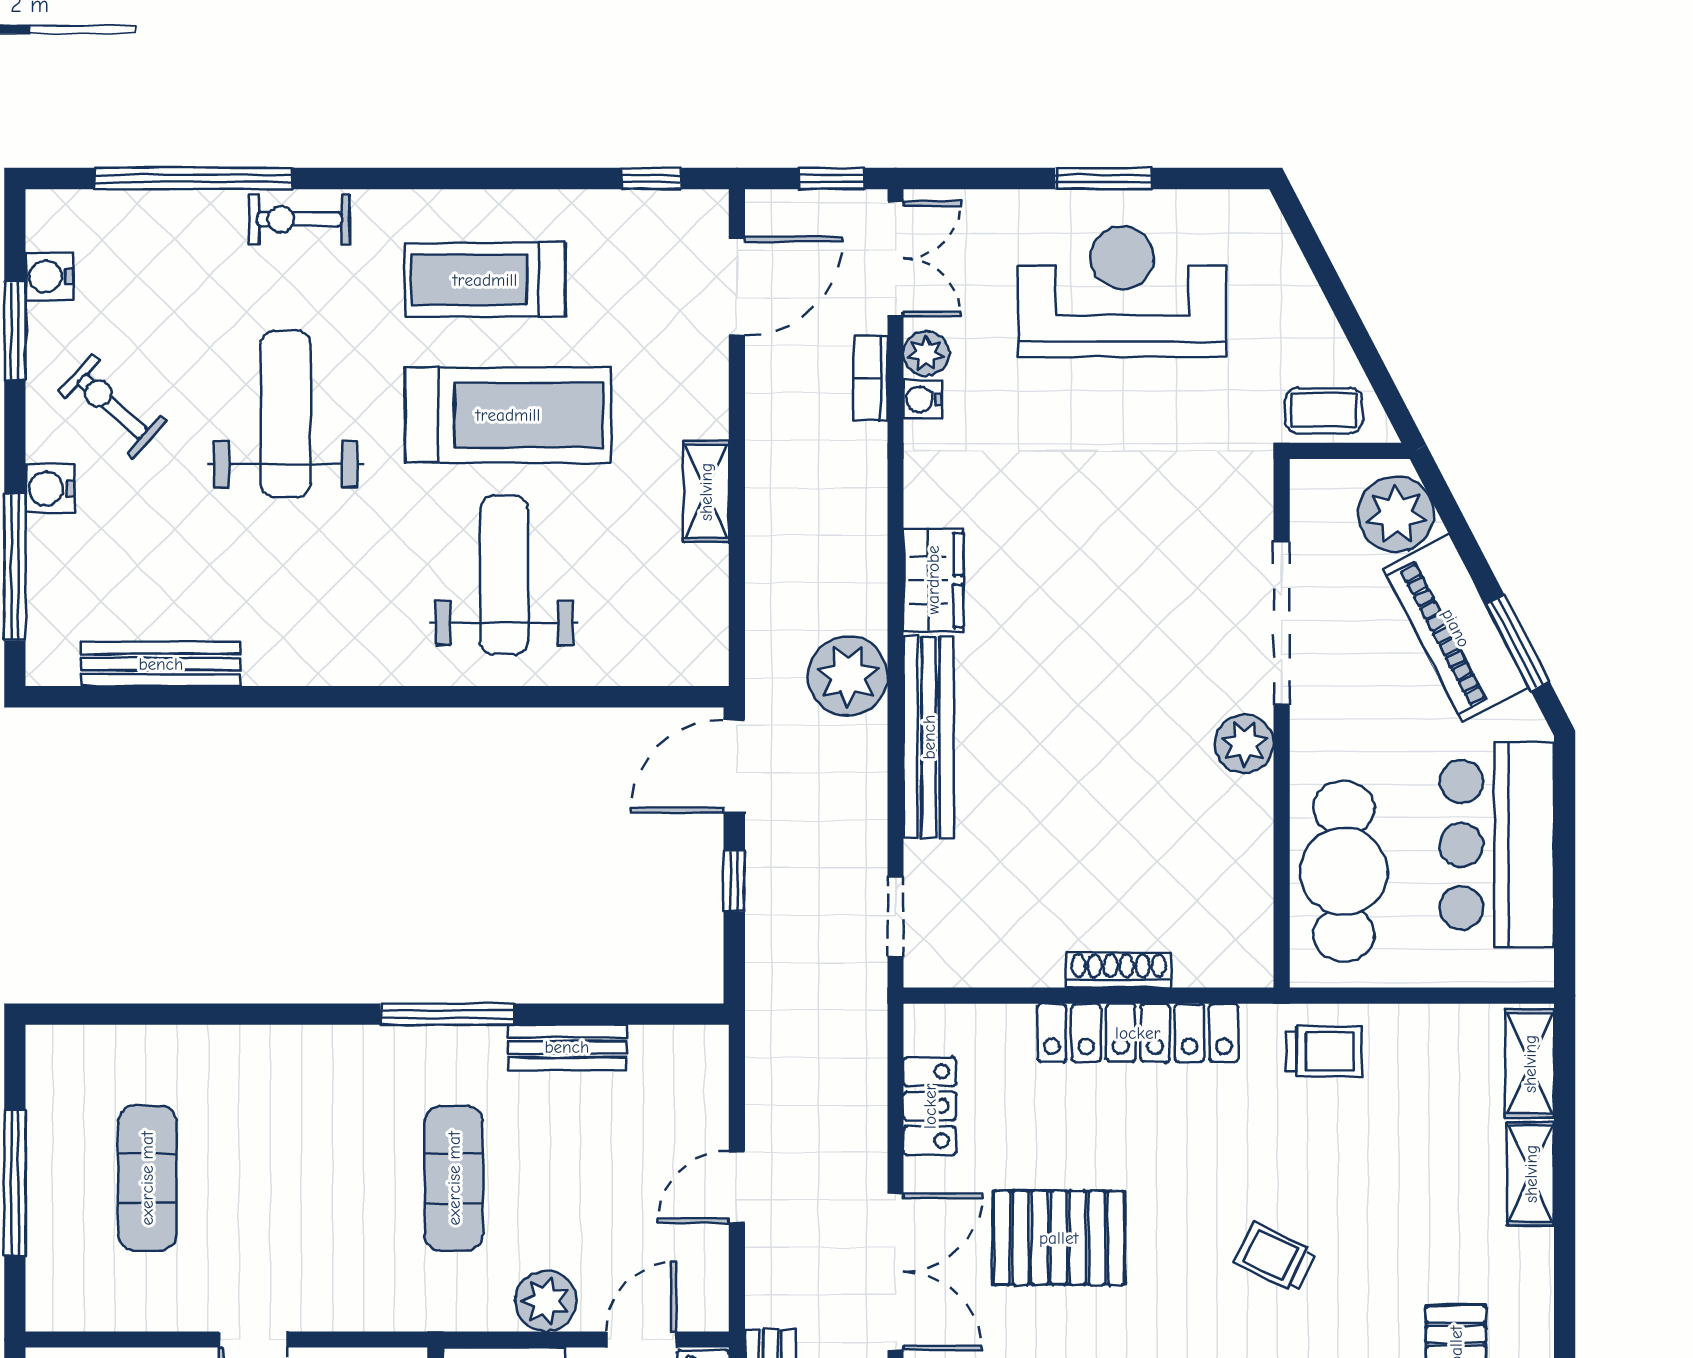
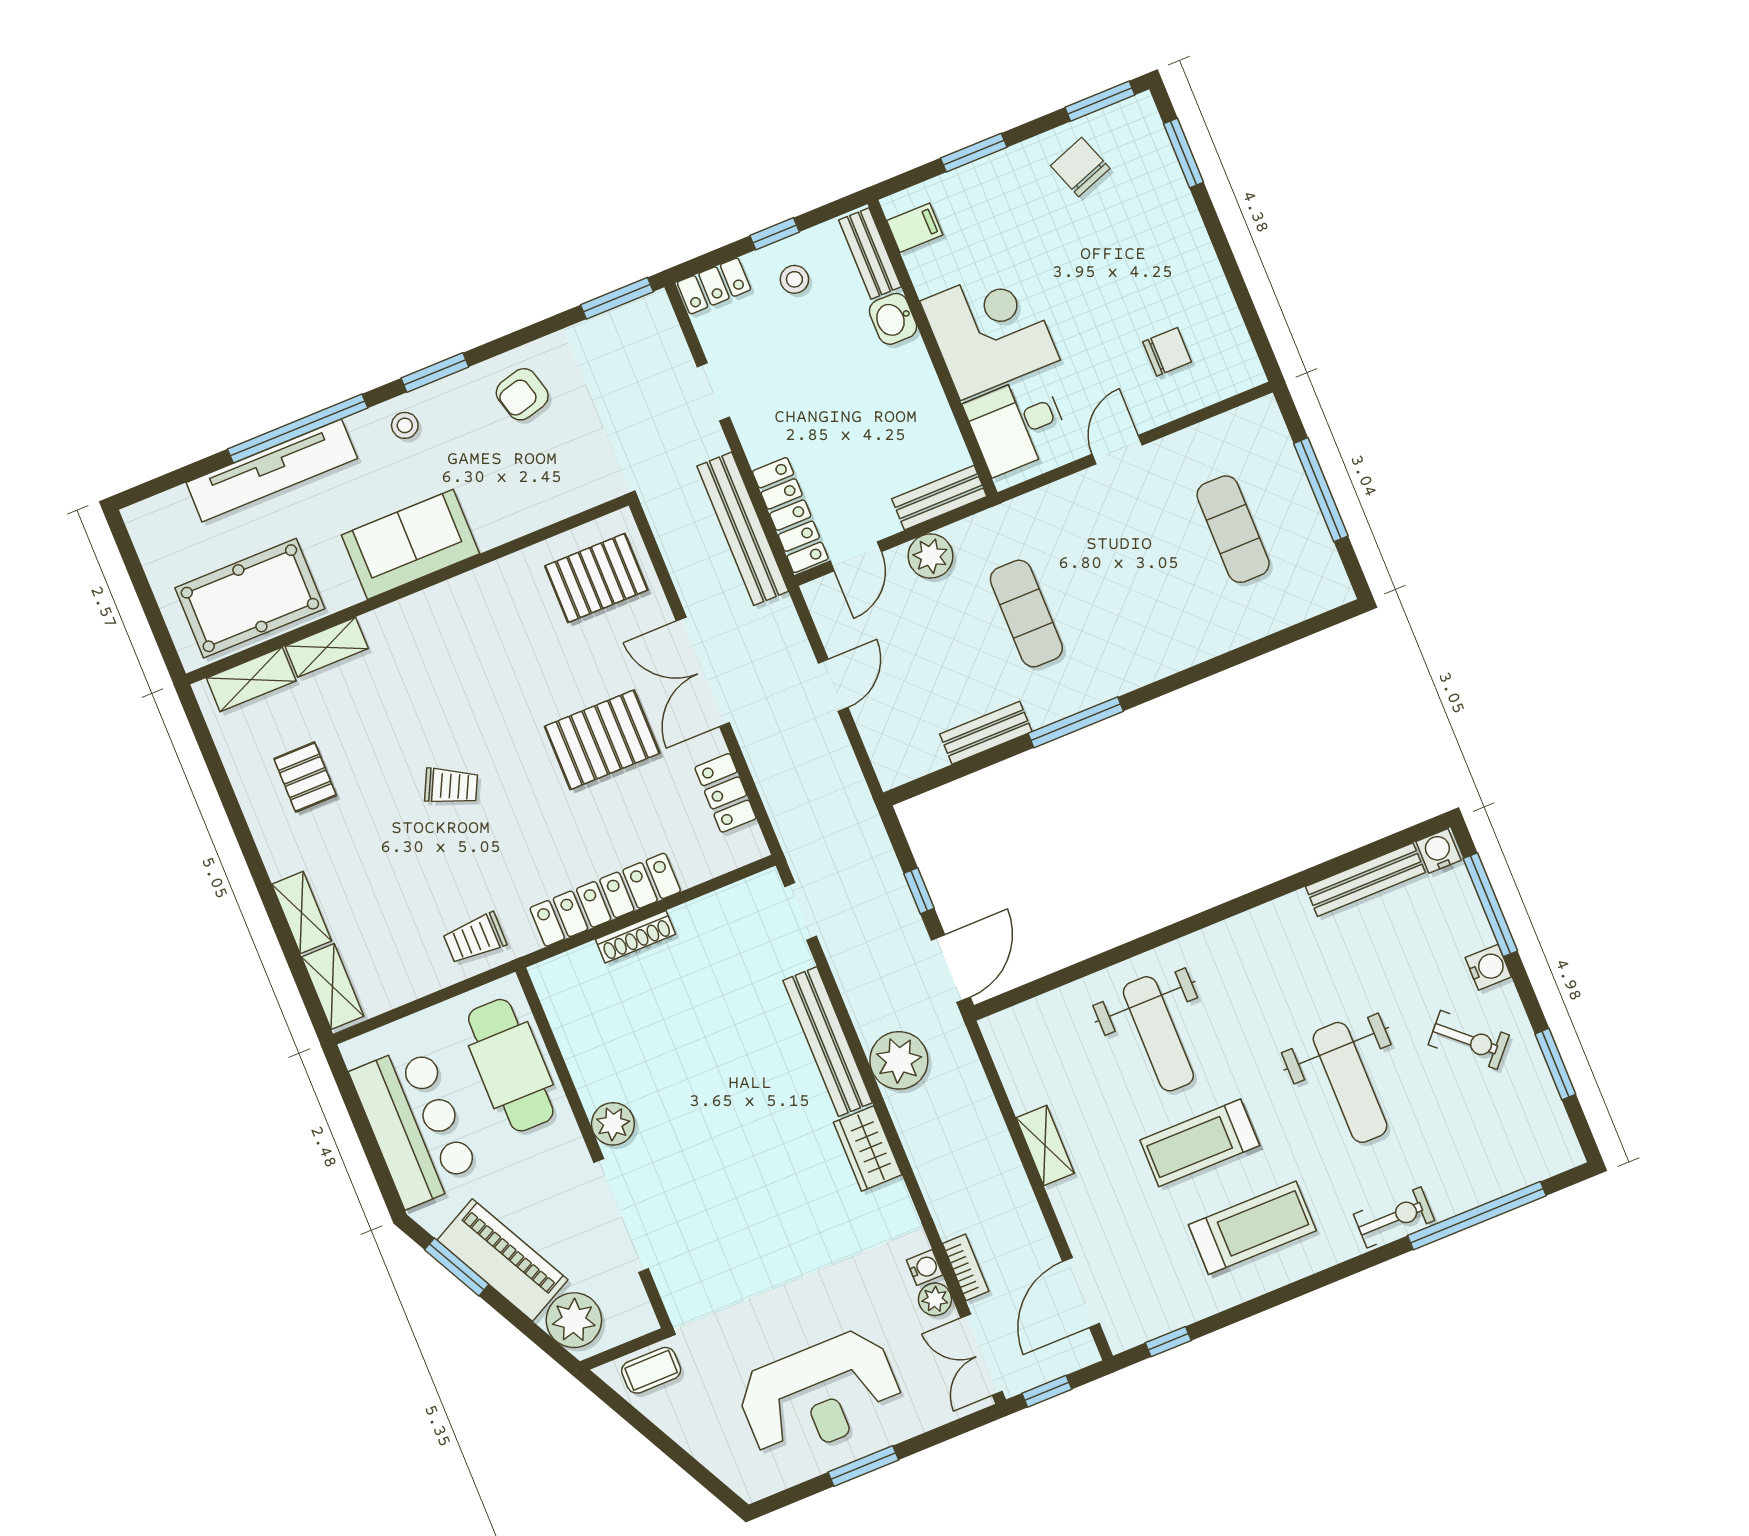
water cooler: (49, 276) -> (1438, 851), moved, turned -90
treadmill: (508, 415) -> (1200, 1143), width x0.73, depth x0.73

